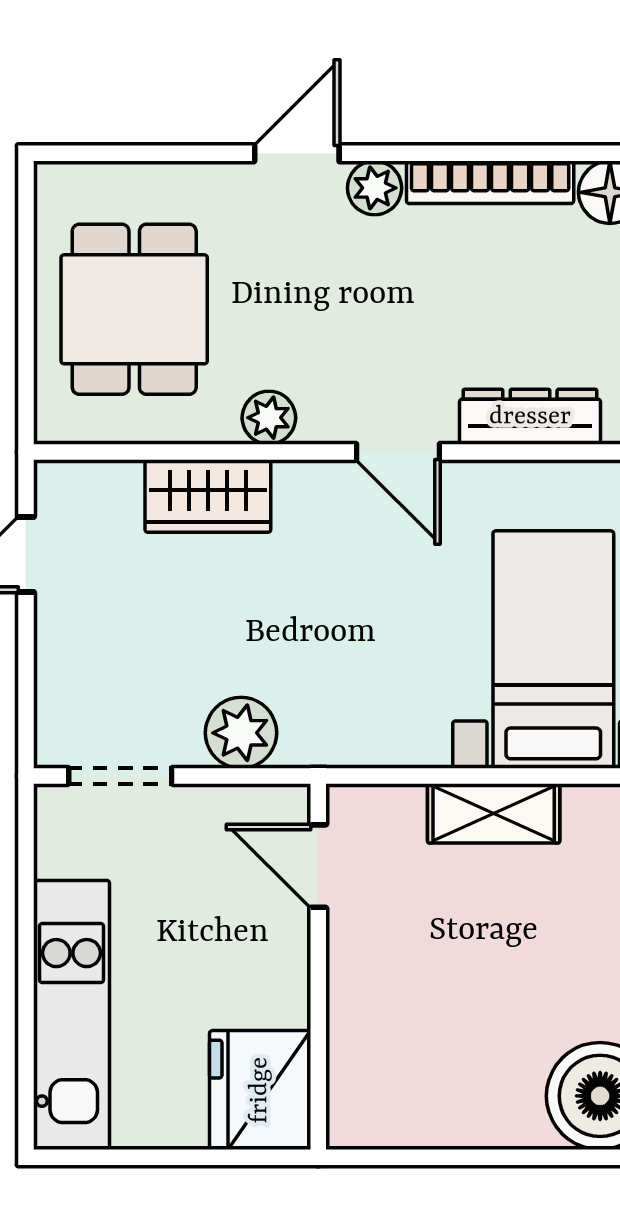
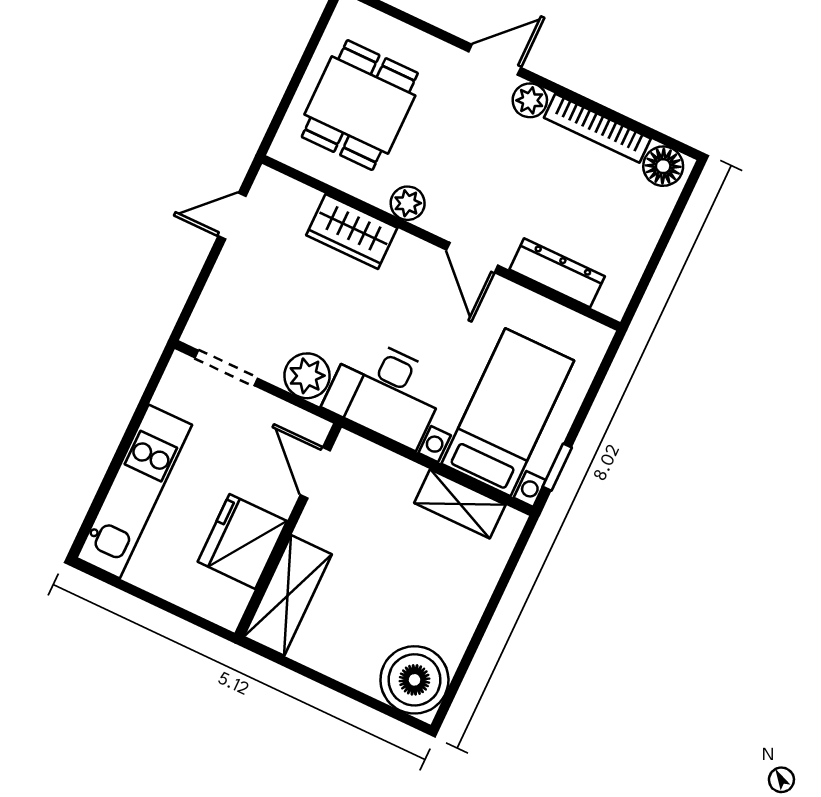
desk: (365, 703) -> (386, 392), added
shelving: (494, 813) -> (460, 504), moved
shelving: (361, 1061) -> (288, 595), added
fridge: (260, 1090) -> (242, 541), moved

